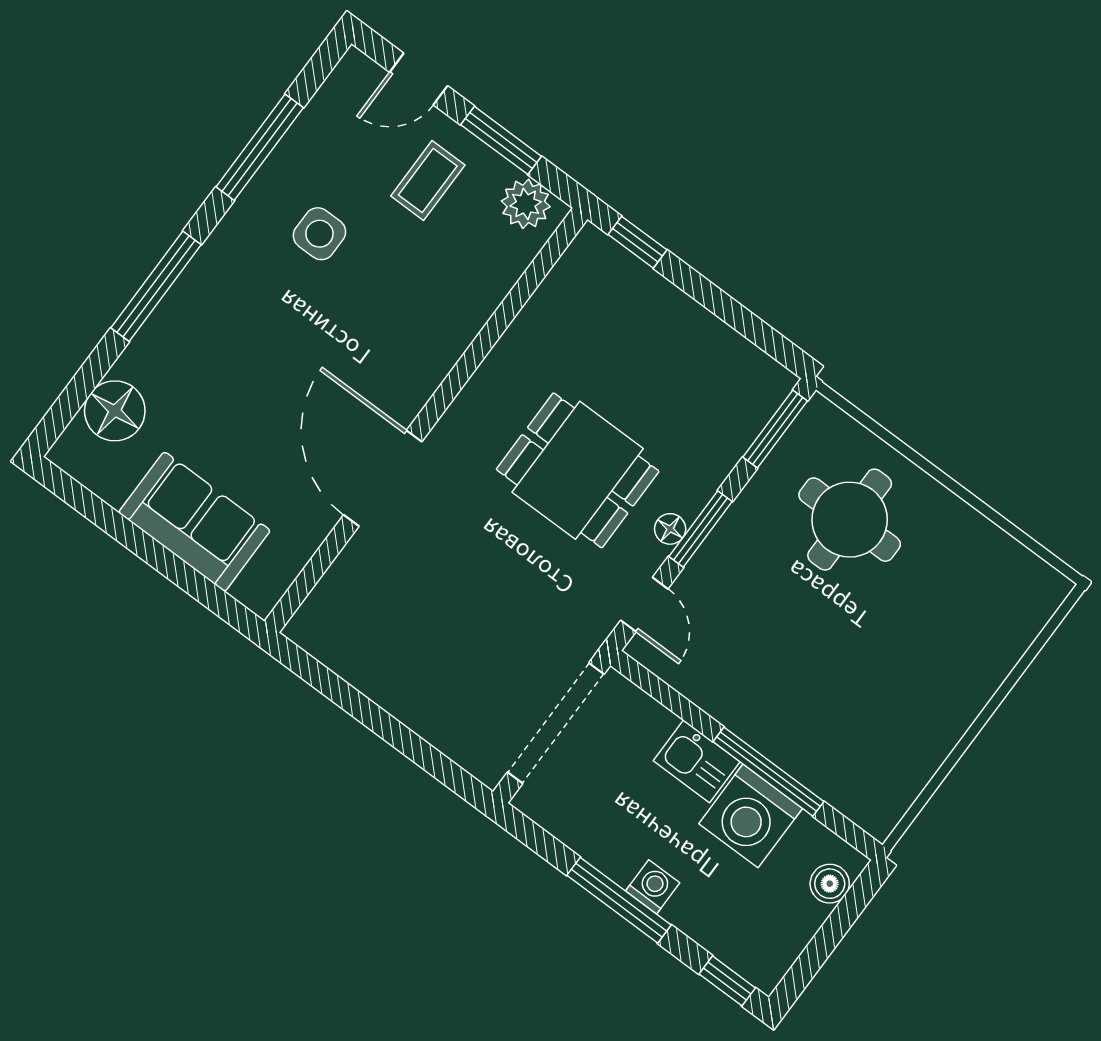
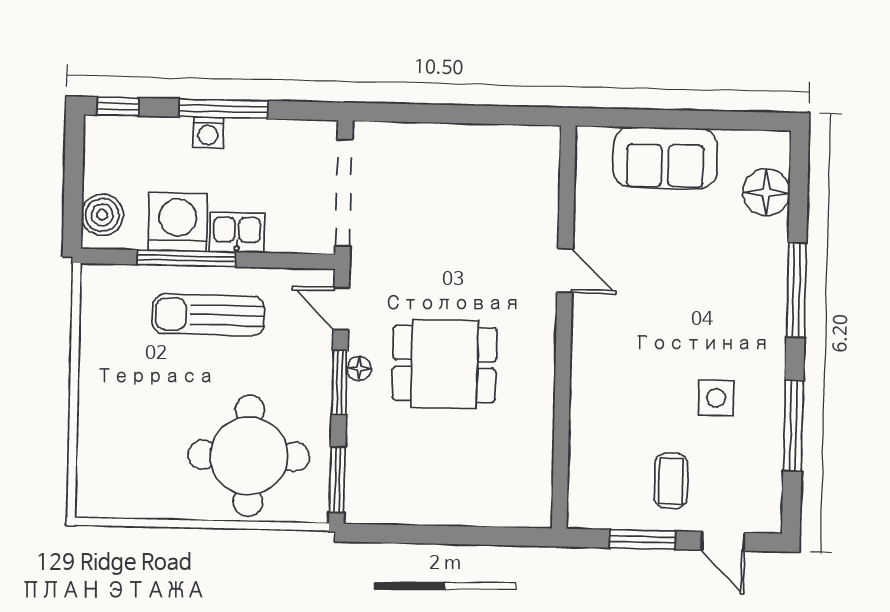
door: (419, 79) -> (723, 541), swing flipped
plant: (526, 204) -> (598, 510), removed
window: (638, 242) -> (510, 536), removed
door: (383, 478) -> (565, 271), width x0.53
round table: (850, 520) -> (249, 456), width x1.36, depth x1.36
sun lounger: (787, 696) -> (208, 315), added
boiler: (830, 884) -> (102, 215), width x1.36, depth x1.36

